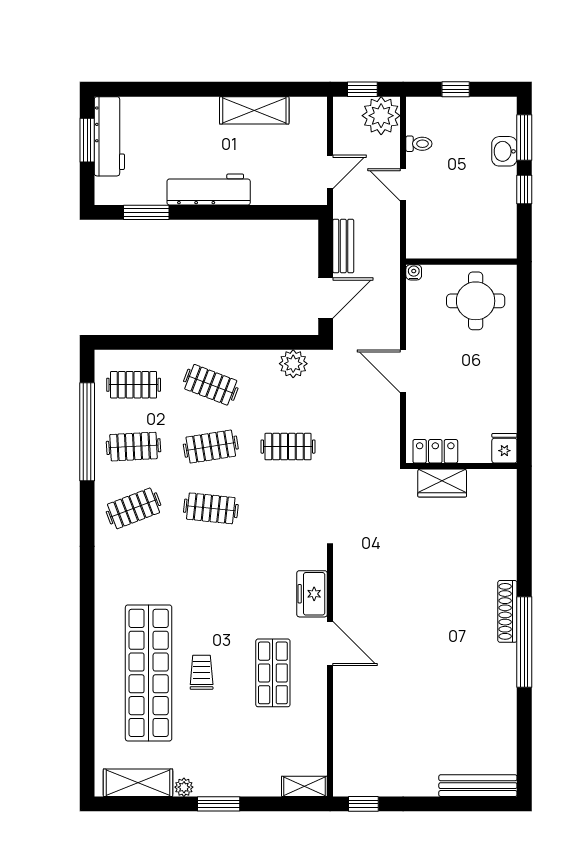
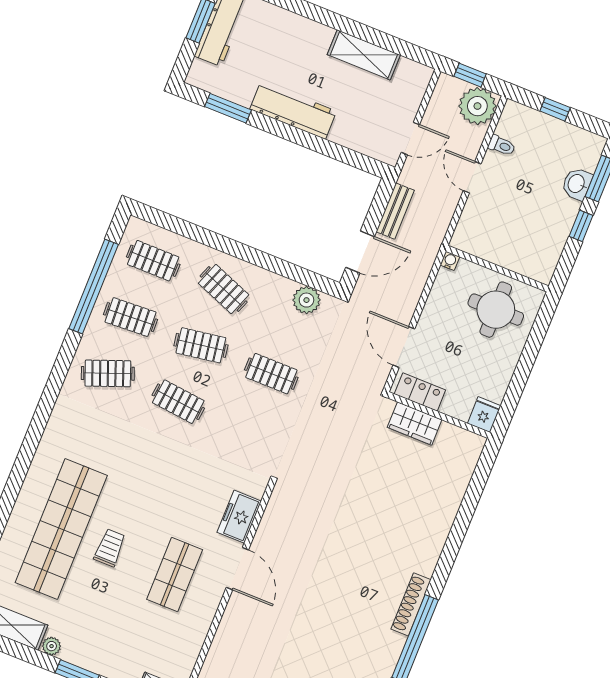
fridge: (504, 448) -> (484, 415), moved
locker: (435, 451) -> (420, 392), moved
wall: (461, 466) -> (438, 415), moved
wardrobe: (442, 483) -> (415, 424), moved

